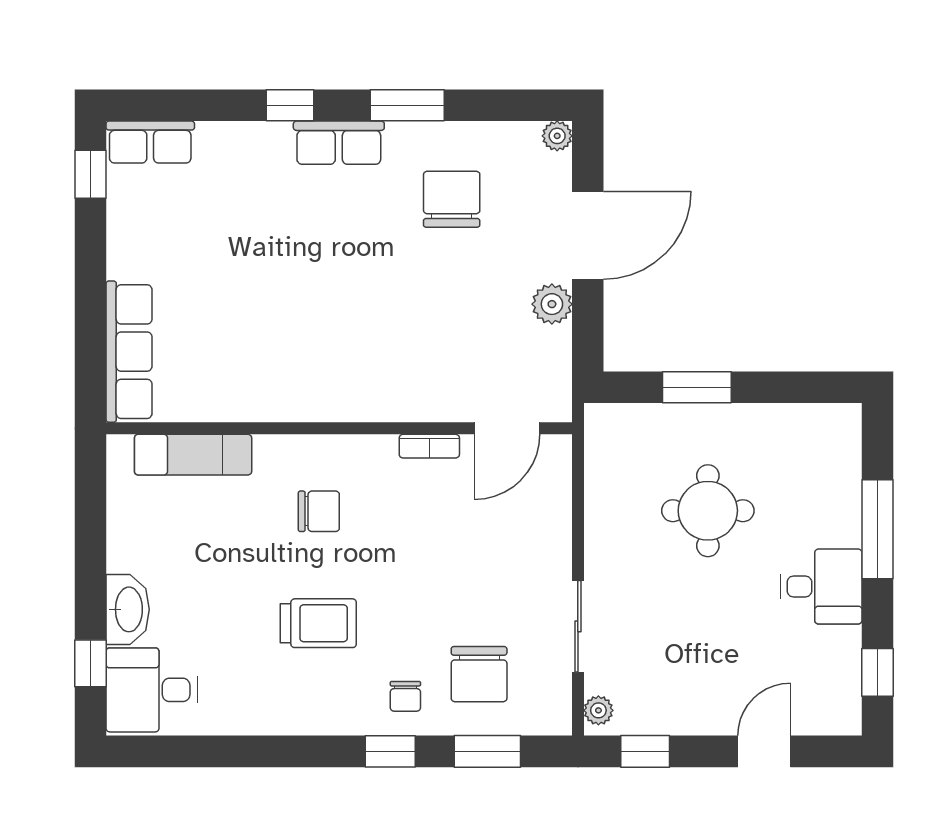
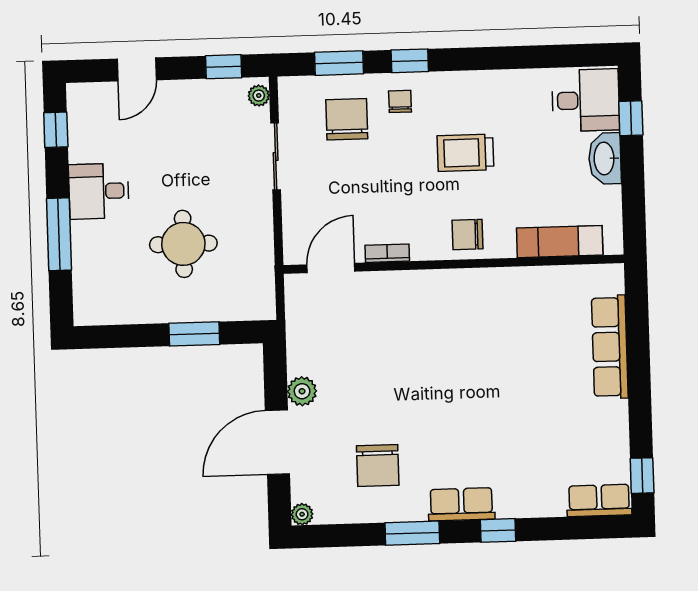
wall: (339, 428) -> (454, 264), moved
door: (507, 428) -> (331, 268), moved
bookcase: (429, 446) -> (387, 253), moved
exam couch: (193, 455) -> (560, 242), moved

